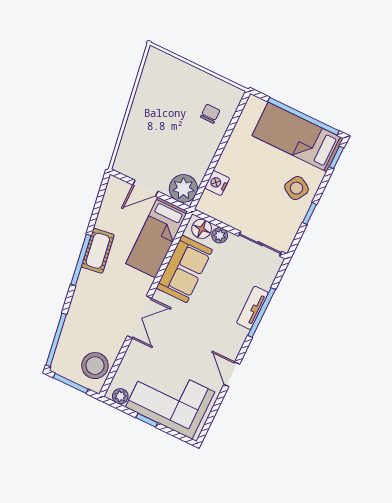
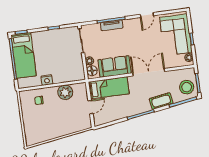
nightstand: (217, 183) -> (47, 80), moved
door: (145, 188) -> (90, 107), hinge flipped
plant: (183, 188) -> (65, 92), moved
side table: (297, 188) -> (46, 41), removed
cot: (98, 251) -> (161, 101), moved
double door: (139, 317) -> (149, 72), width x1.37
stool: (95, 366) -> (187, 87), moved

